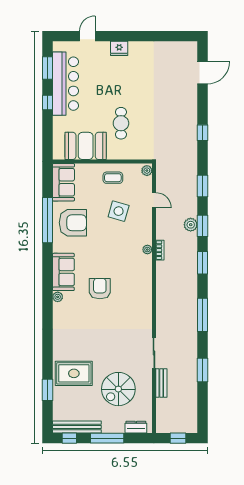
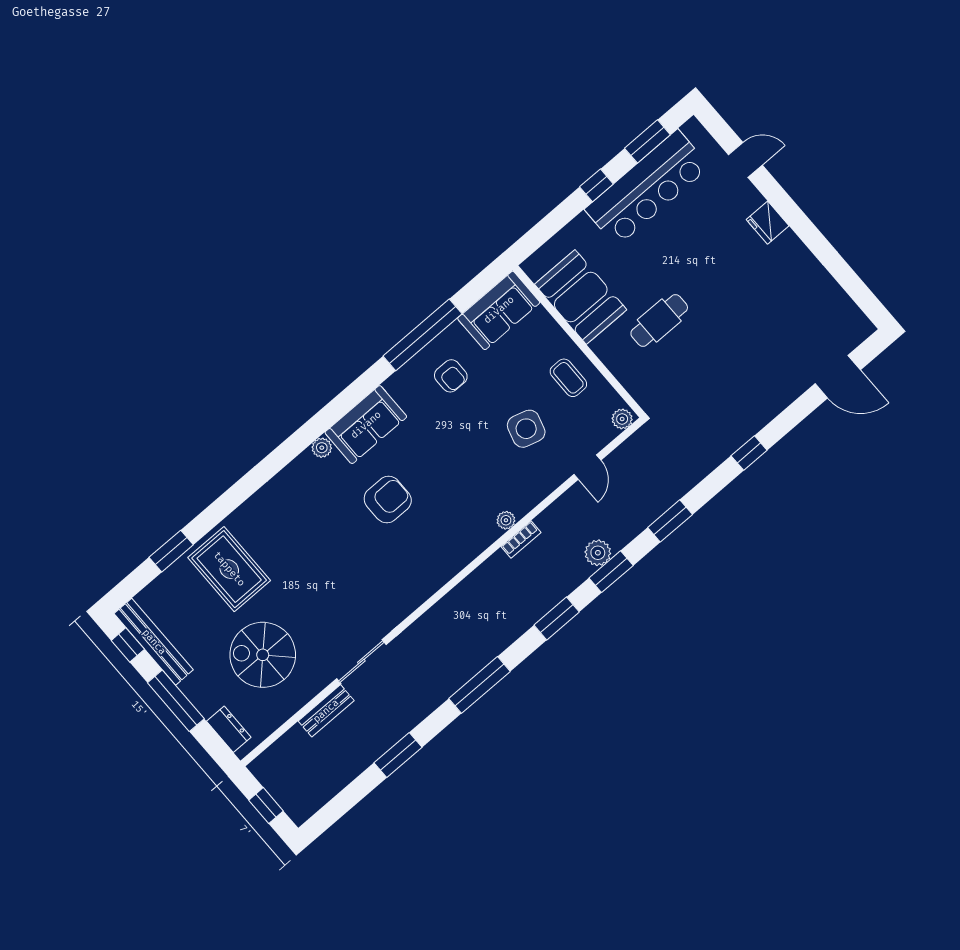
armchair: (73, 223) -> (451, 376), width x0.53, depth x0.53

